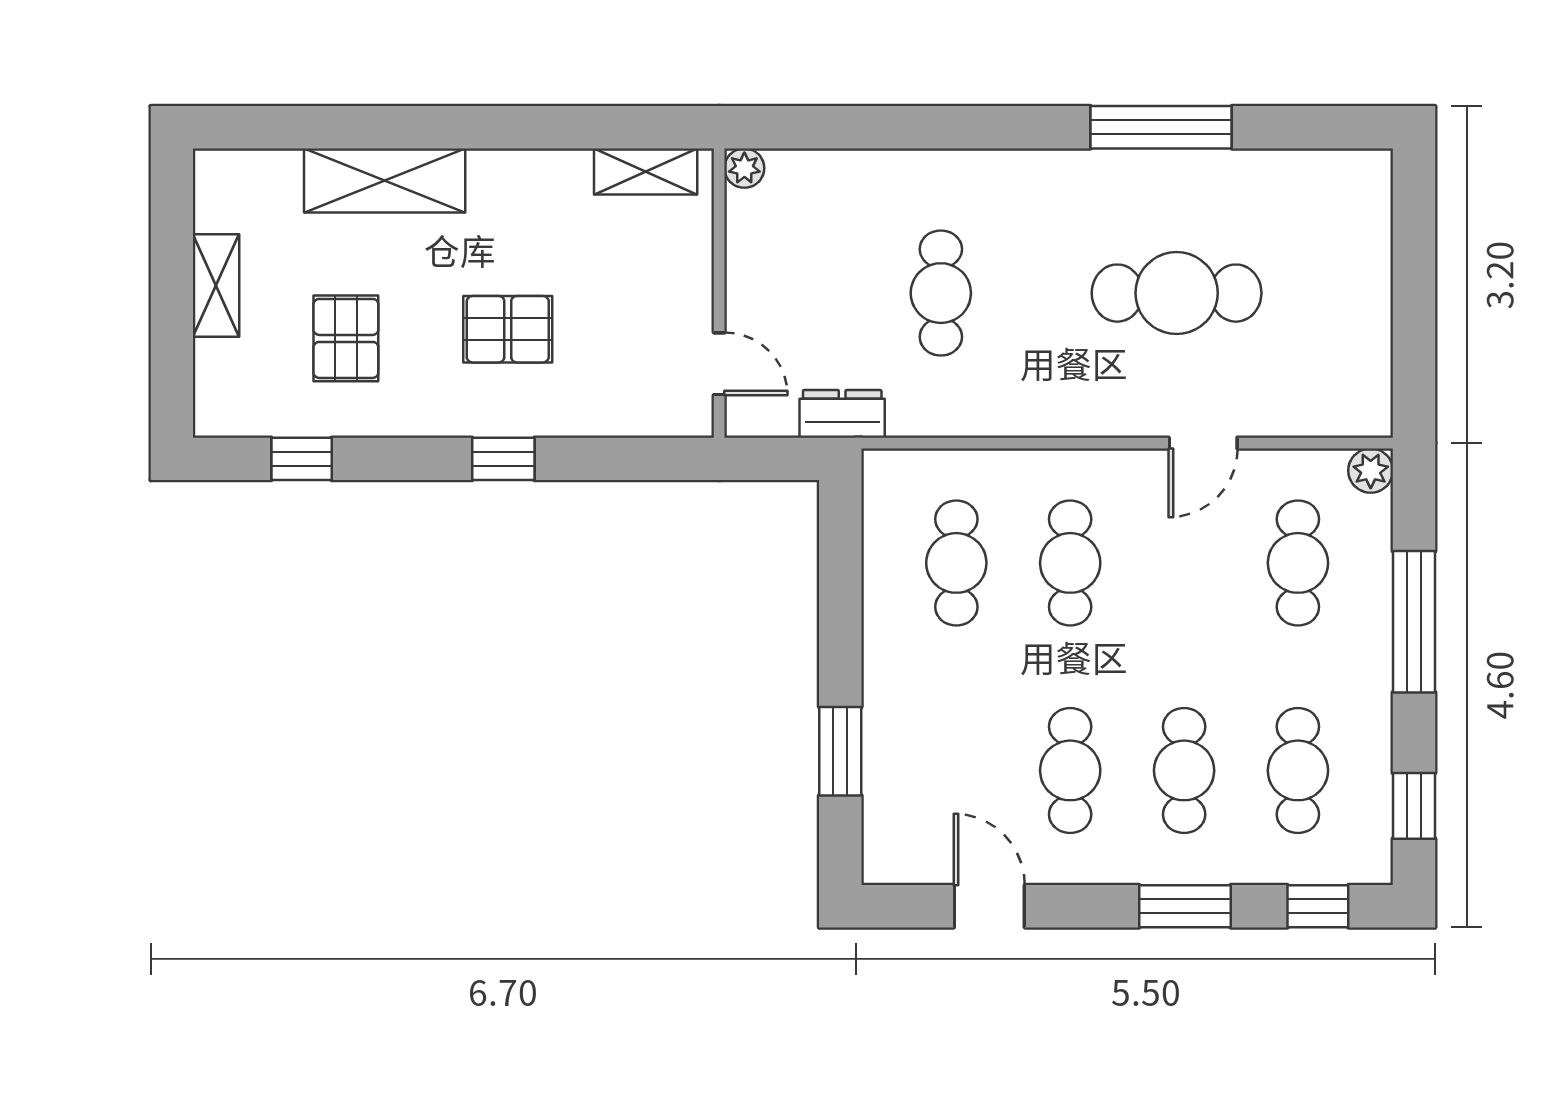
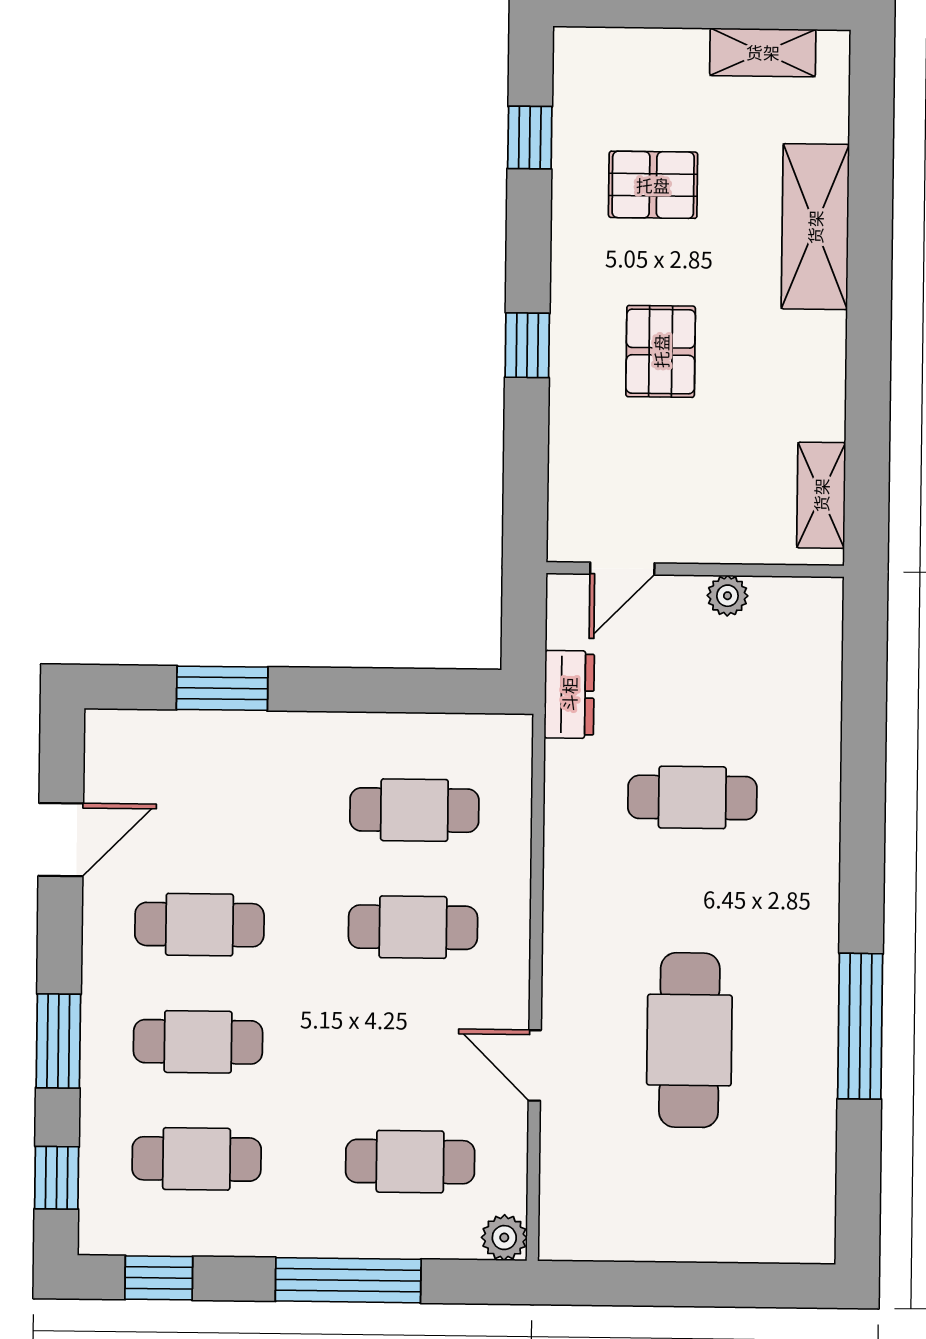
plant: (744, 168) -> (727, 596), moved
shelving: (216, 285) -> (763, 52), moved

